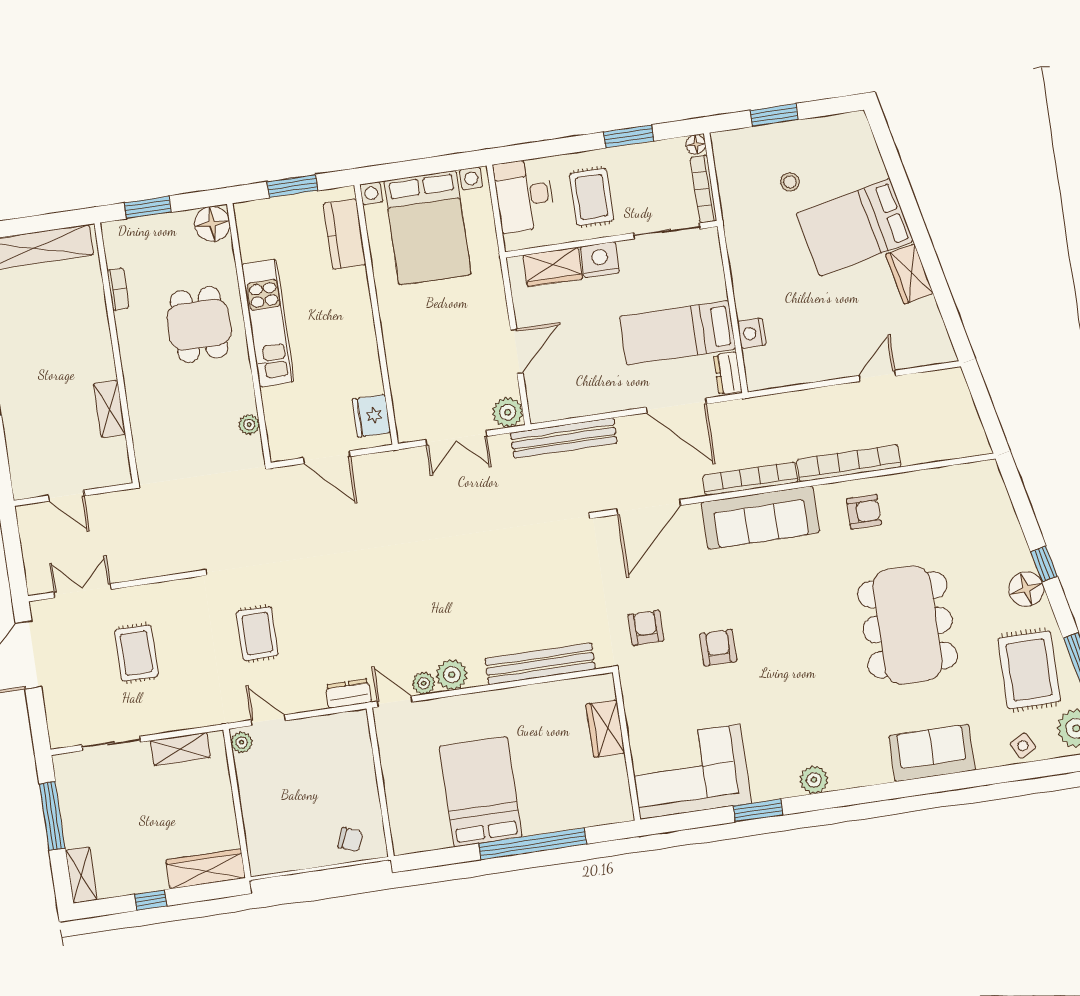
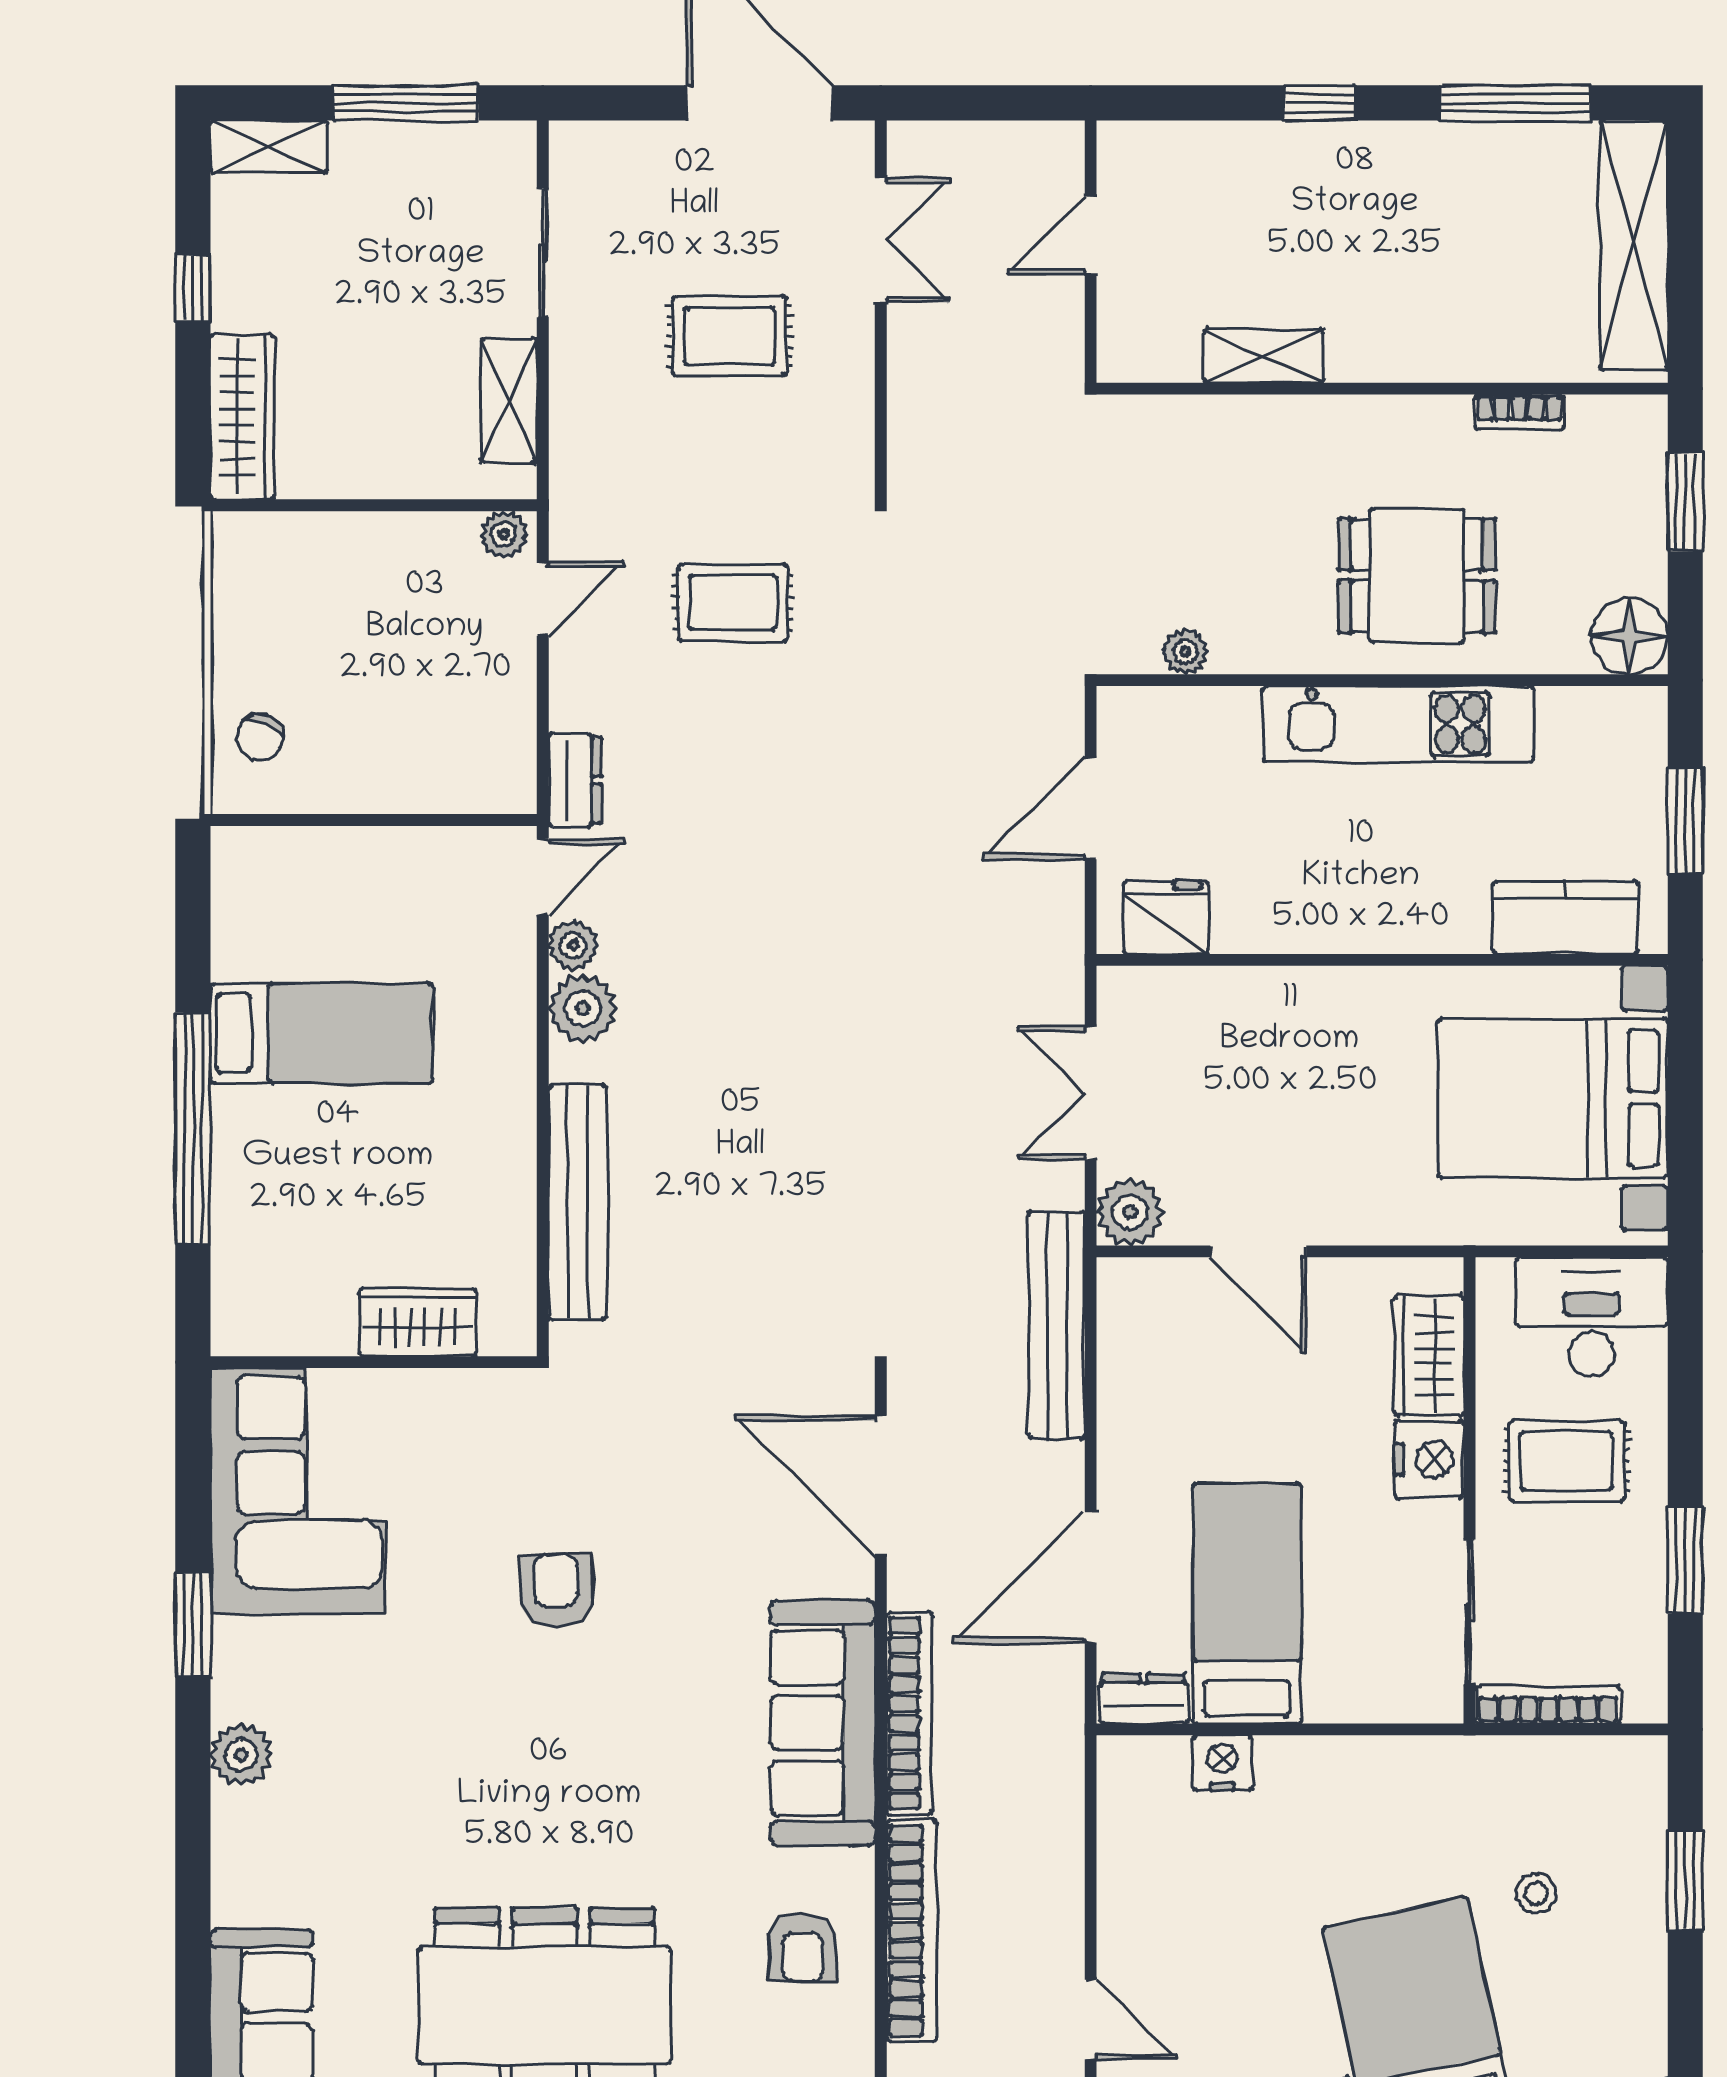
floor lamp: (696, 144) -> (1647, 1703), removed
armchair: (646, 628) -> (622, 1441), removed
armchair: (718, 648) -> (556, 1591), turned -91
bed: (481, 792) -> (322, 1033), width x0.67

